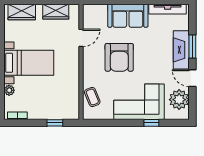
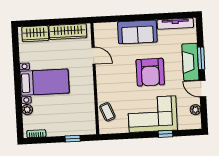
wardrobe: (56, 12) -> (68, 32), width x1.50
door: (81, 38) -> (94, 56), hinge flipped
armchair: (119, 57) -> (150, 72), moved
plant: (179, 100) -> (195, 110), width x0.53, depth x0.53

